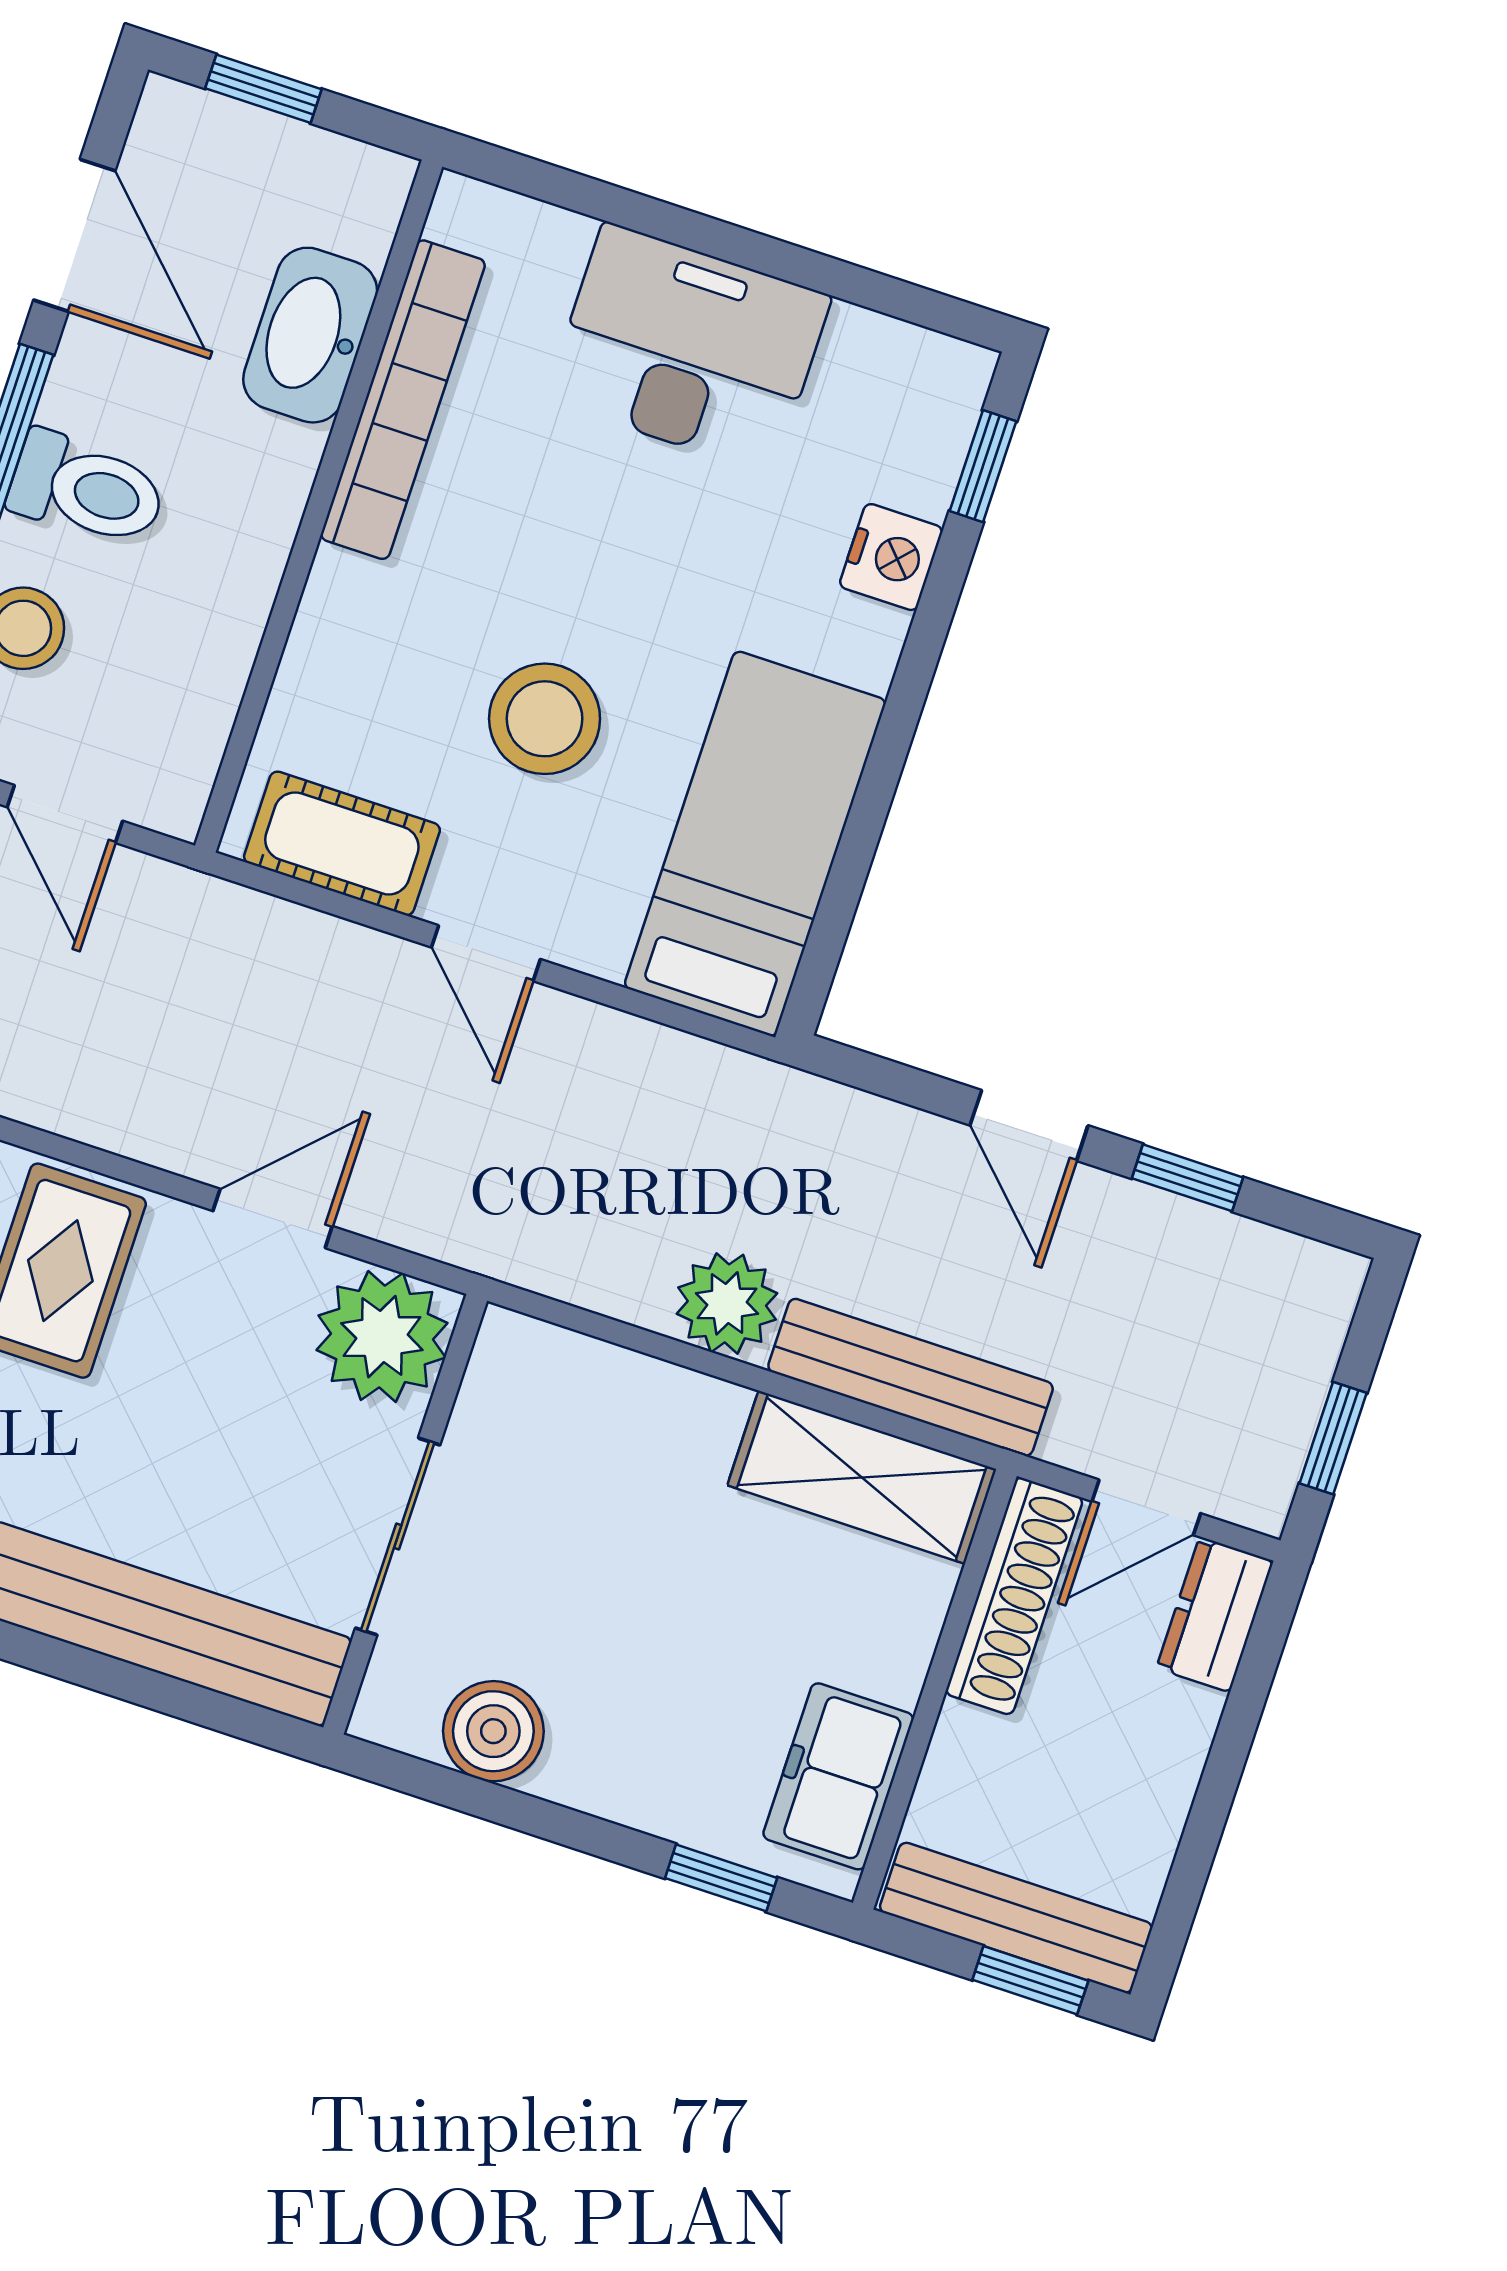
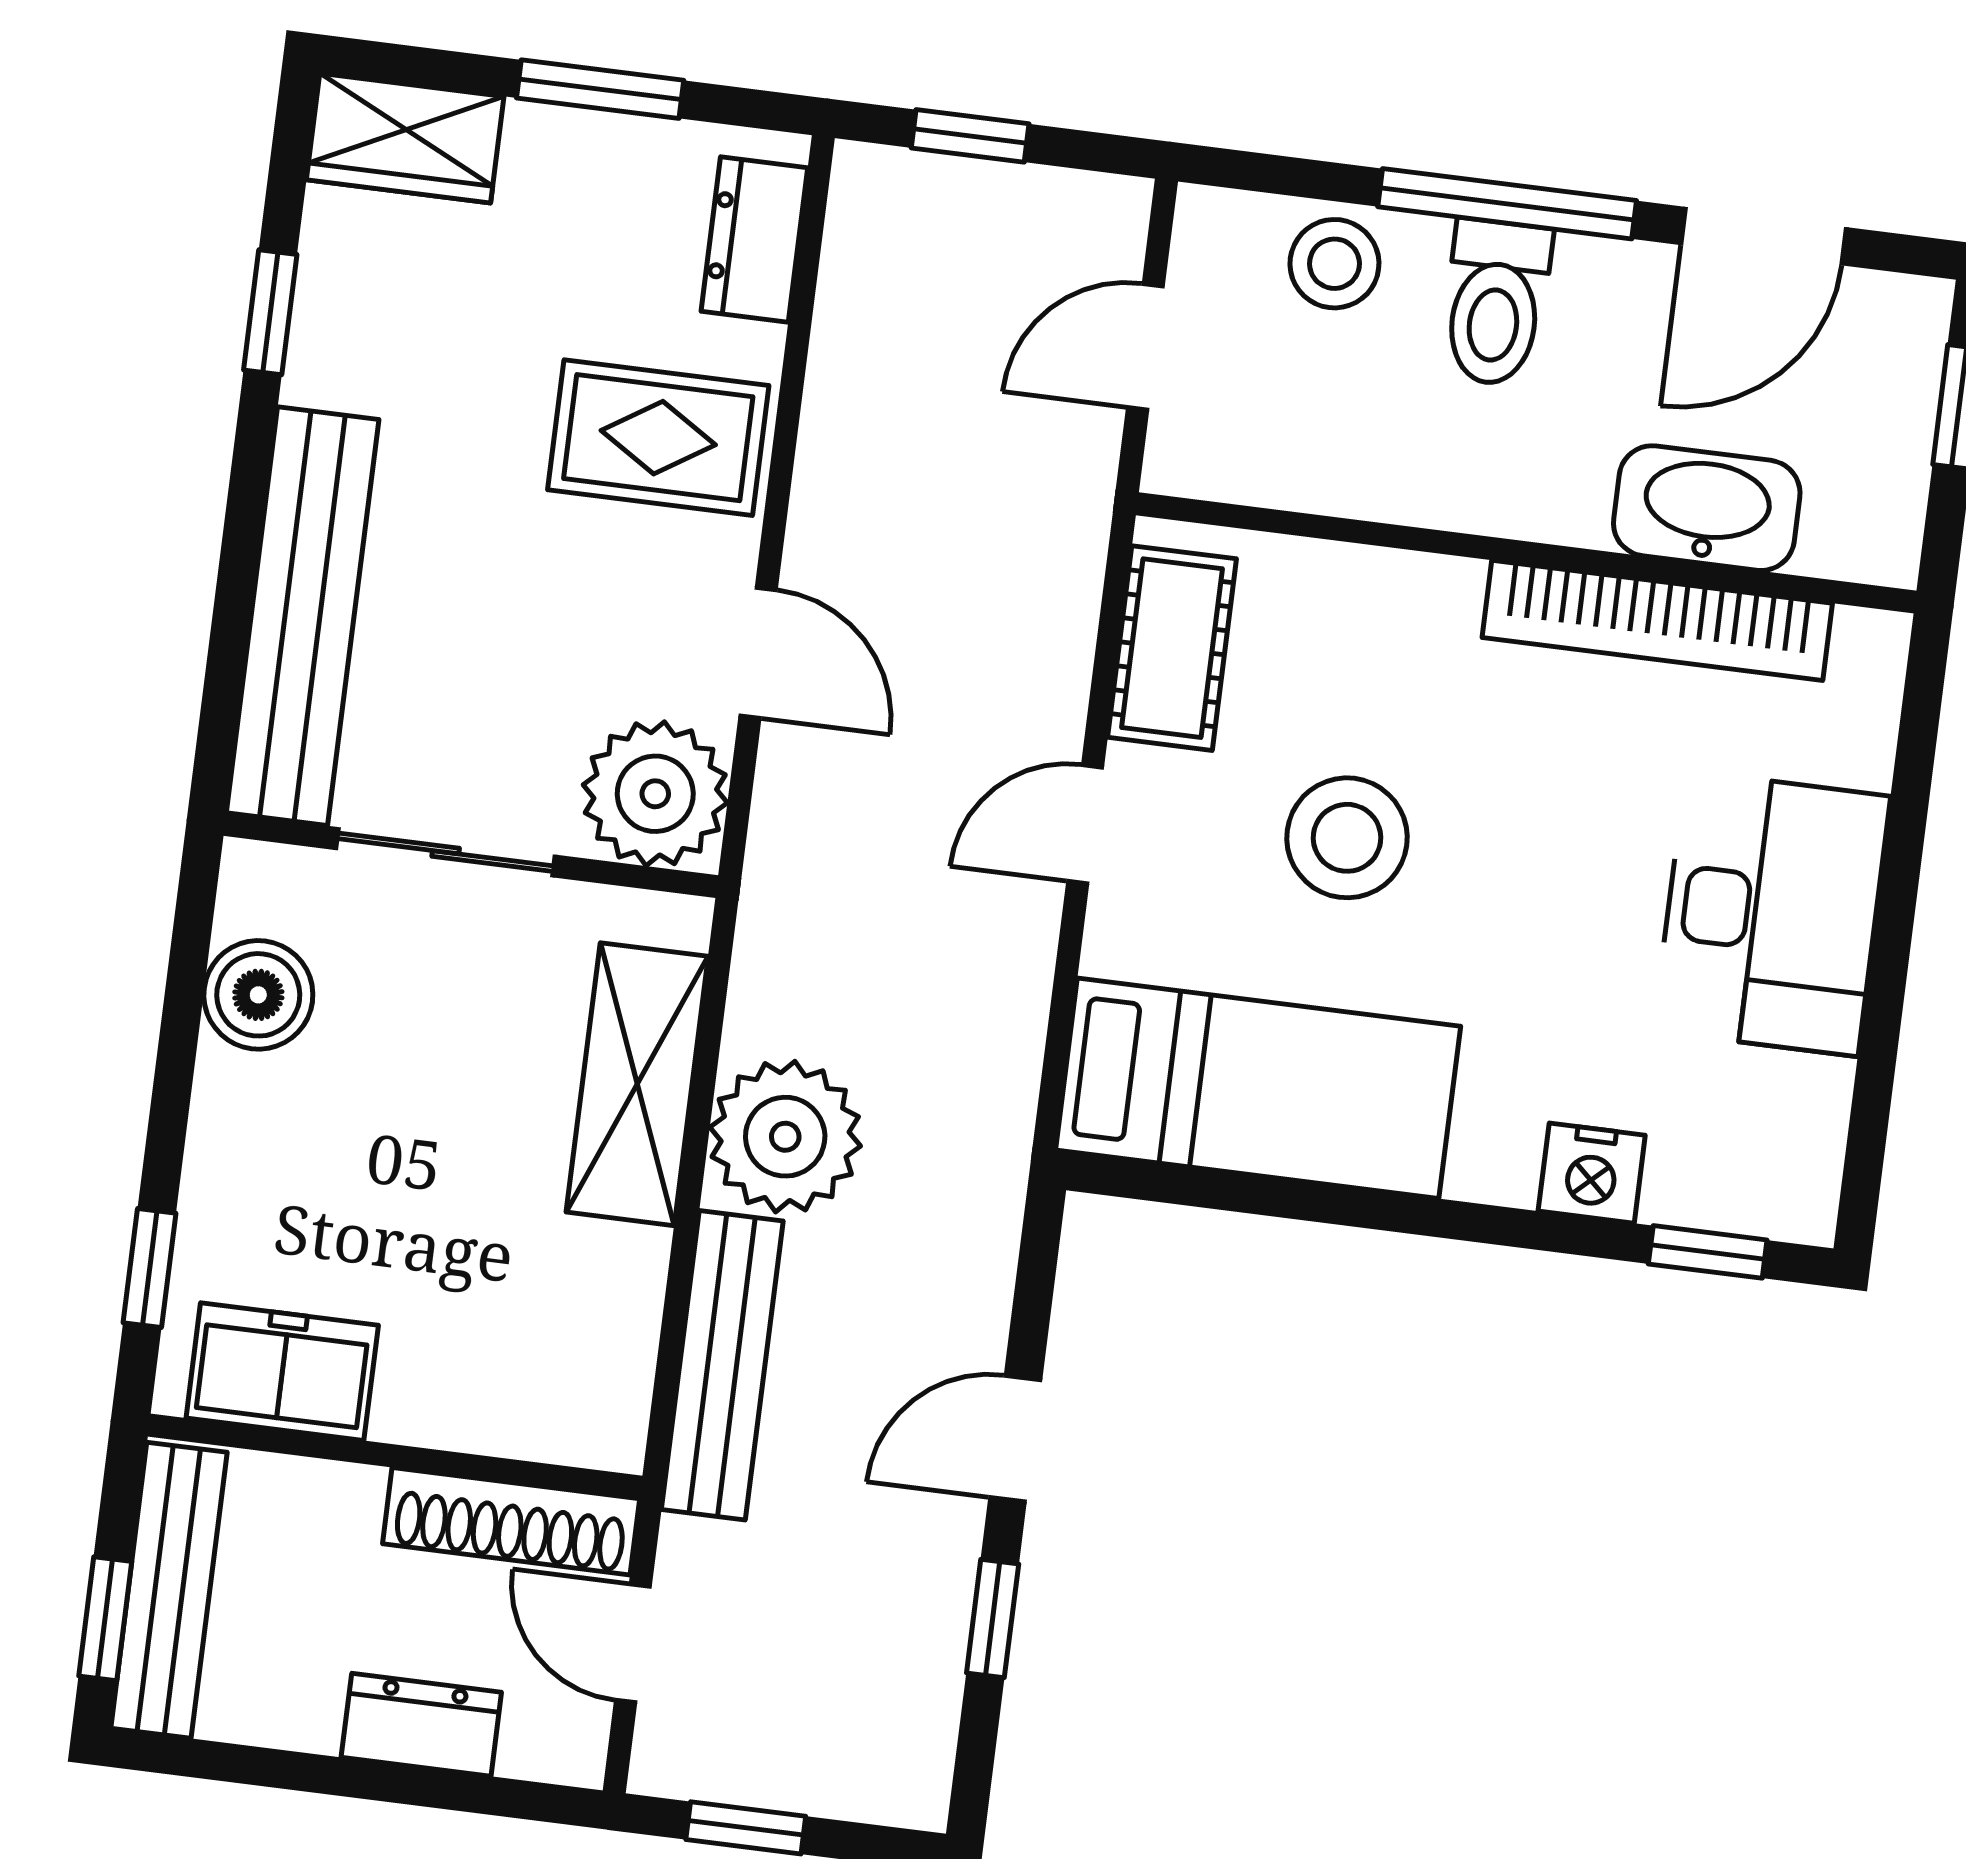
plant: (727, 1303) -> (785, 1137), width x1.36, depth x1.36
shelving: (862, 1477) -> (637, 1084), moved
dresser: (1215, 1615) -> (421, 1725), moved

